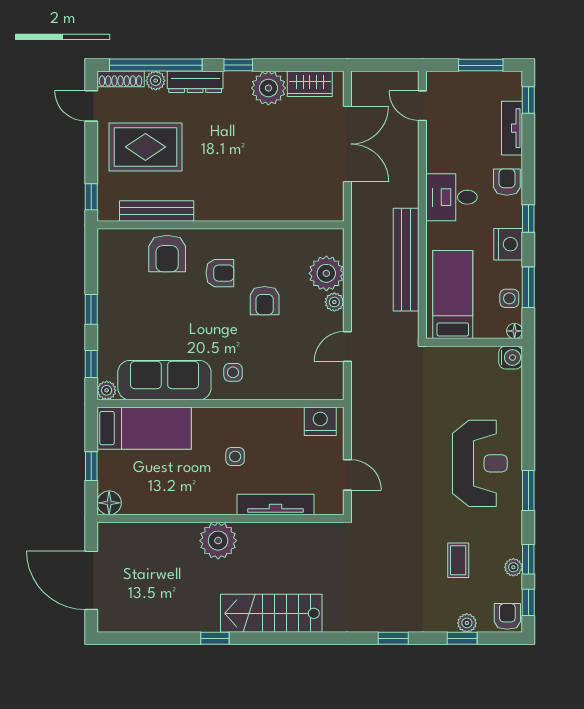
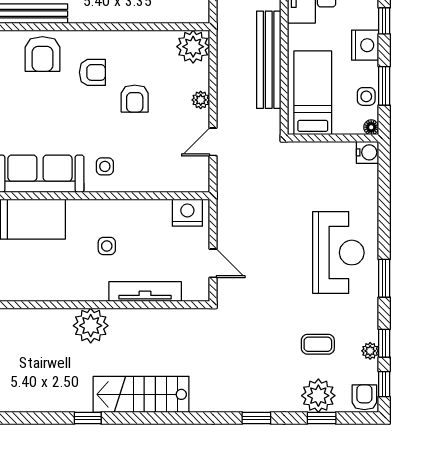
plant: (326, 273) -> (193, 47), moved
coffee table: (458, 560) -> (318, 344), turned 90
plant: (467, 623) -> (318, 396), width x1.87, depth x1.87

